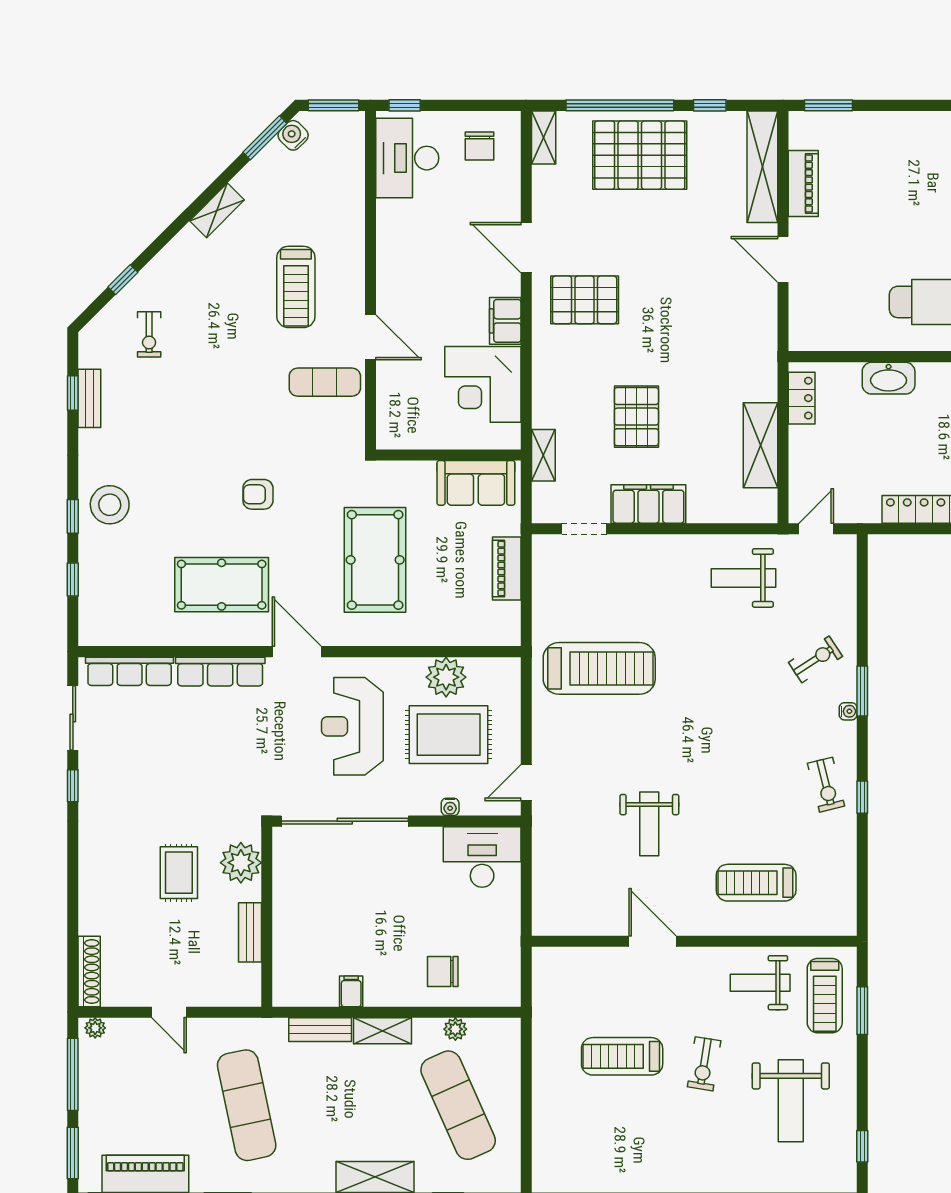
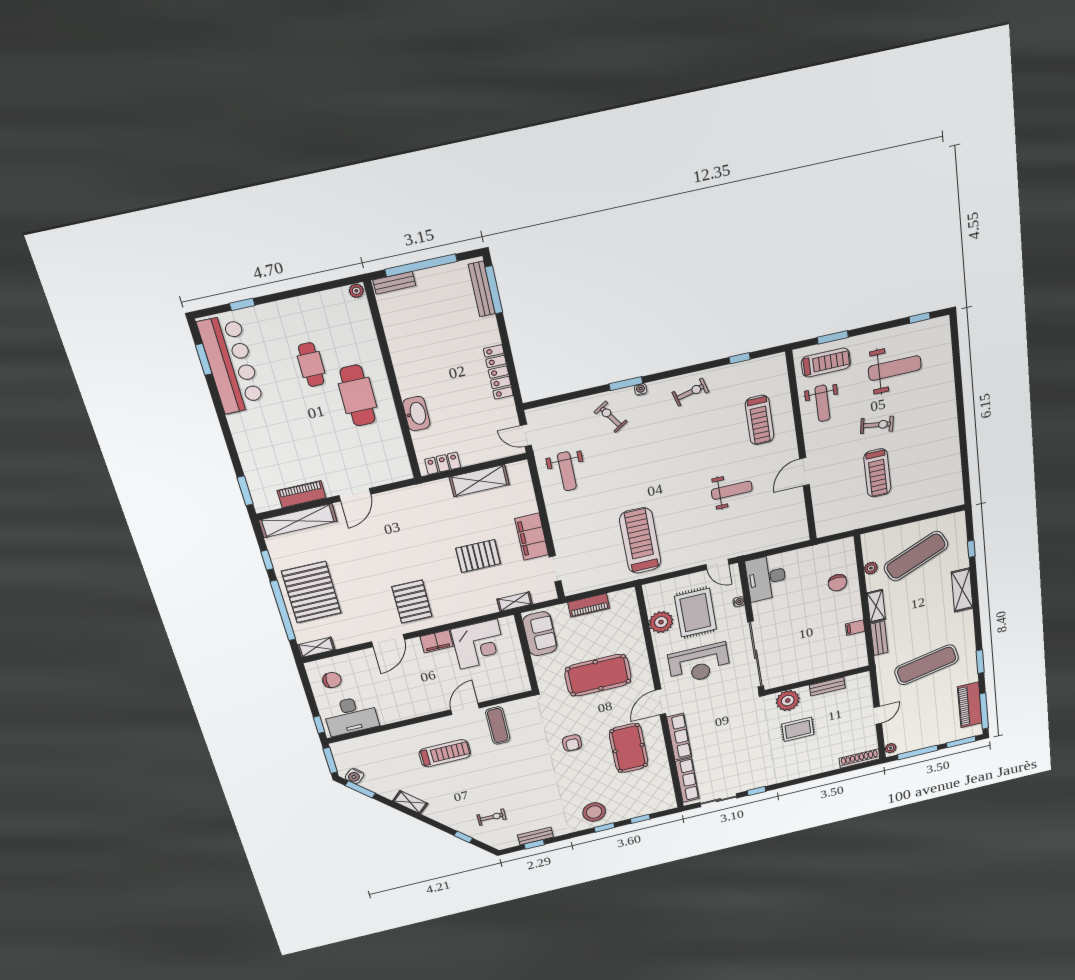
window: (862, 797) -> (740, 358), moved

